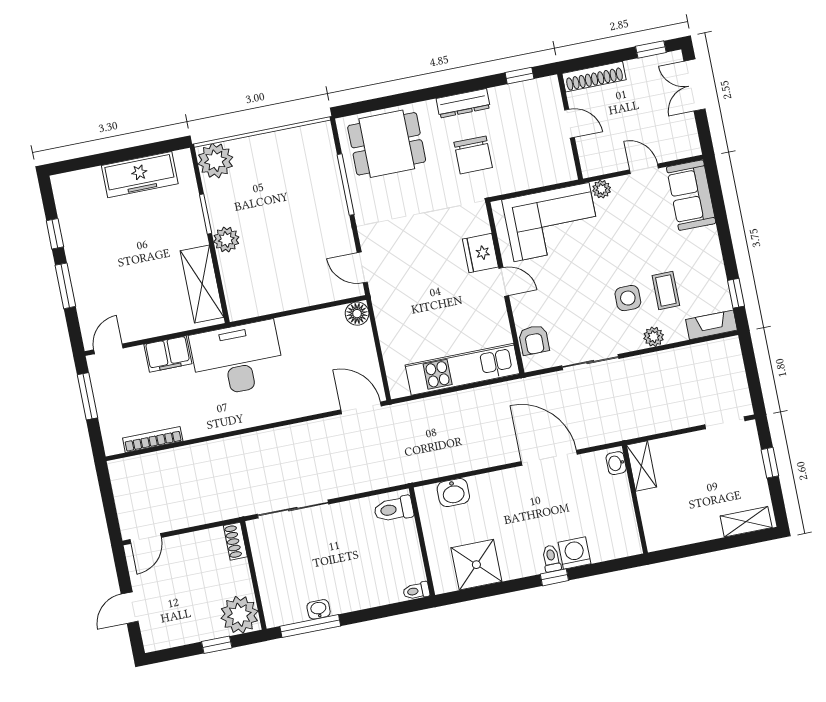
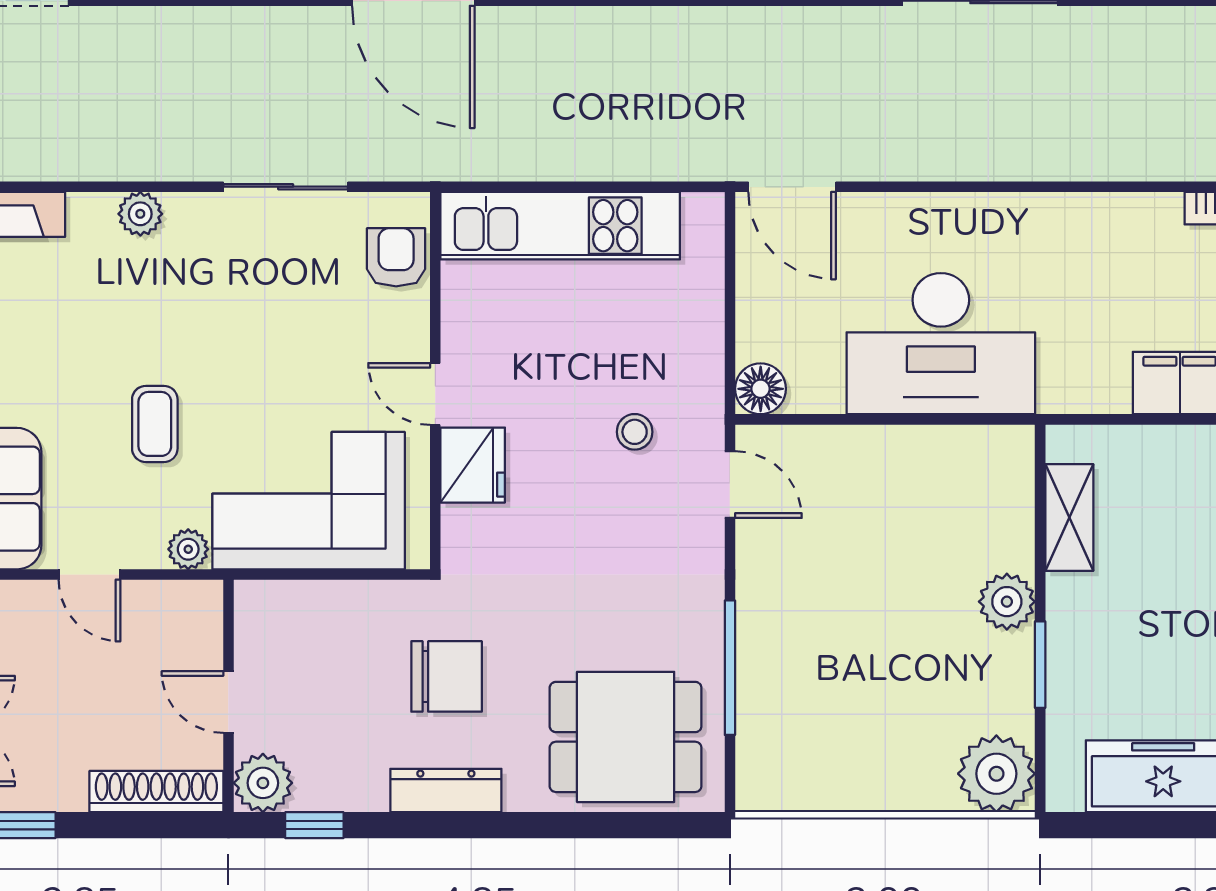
plant: (547, 90) -> (263, 783), added
chair: (473, 155) -> (447, 676), turned 90
stool: (410, 283) -> (635, 432), added
shelving: (202, 284) -> (1069, 518), width x0.67, depth x0.75
coffee table: (666, 291) -> (155, 424), moved
side table: (628, 298) -> (179, 307), removed
desk: (237, 359) -> (941, 344), moved

